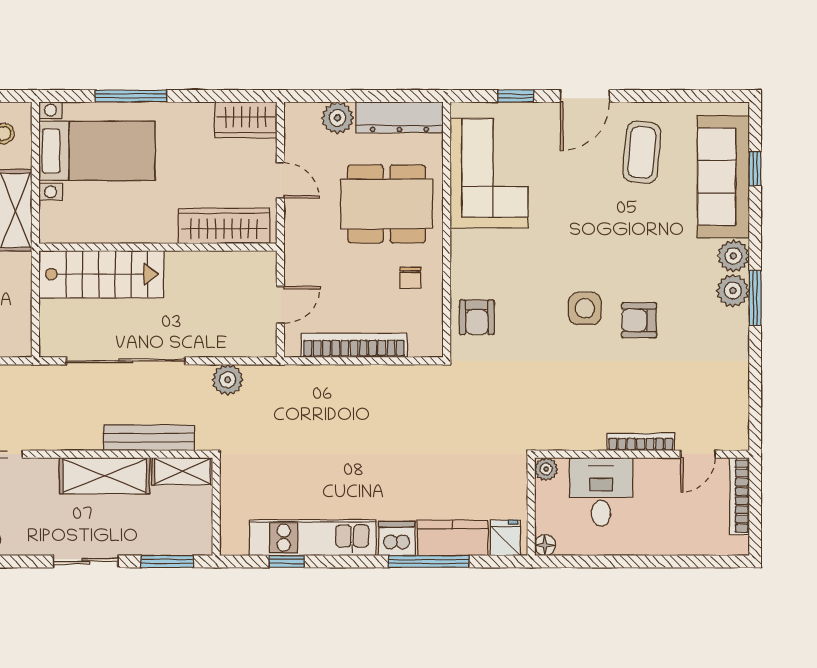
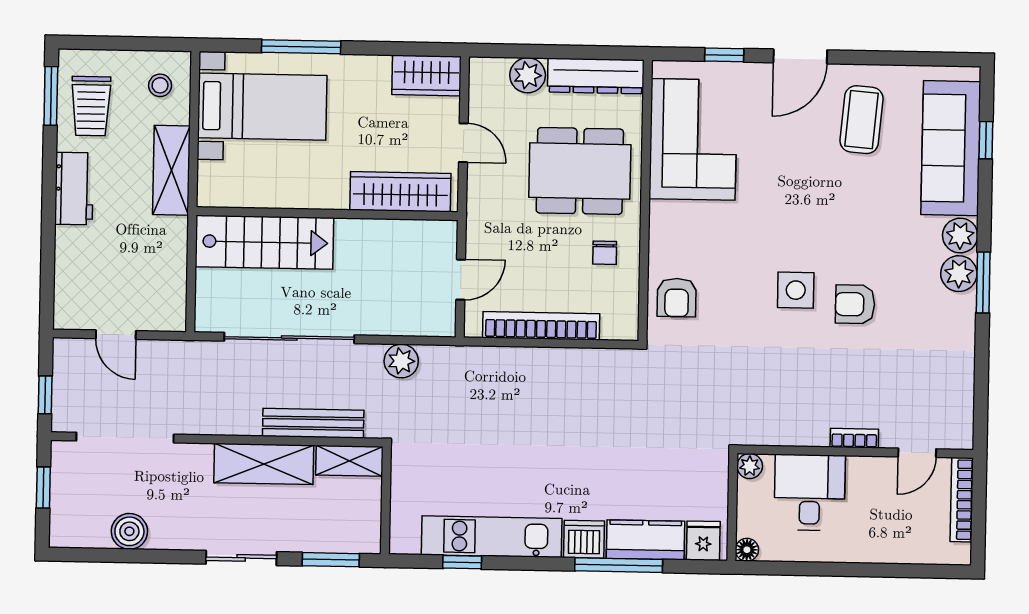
bookcase: (641, 442) -> (854, 438), width x0.64

